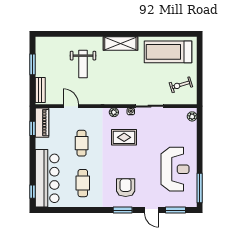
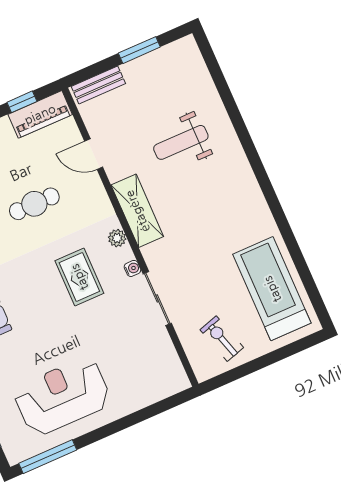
shelving: (120, 44) -> (137, 211), moved
door: (71, 106) -> (94, 154), swing flipped
plant: (192, 116) -> (173, 385), removed
reception desk: (175, 169) -> (62, 396), turned 180

